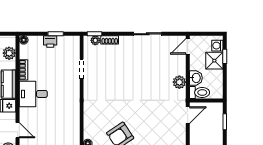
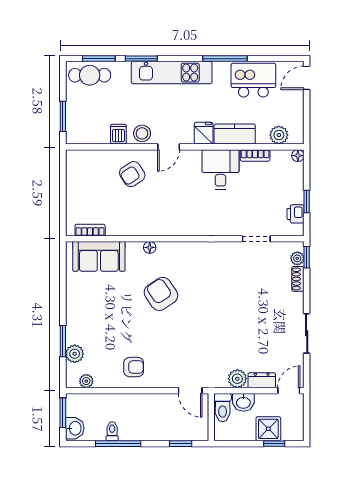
printer: (50, 42) -> (296, 214), moved
door: (188, 46) -> (289, 391), hinge flipped
washing machine: (217, 46) -> (290, 433), removed
dresser: (180, 65) -> (262, 380), added

